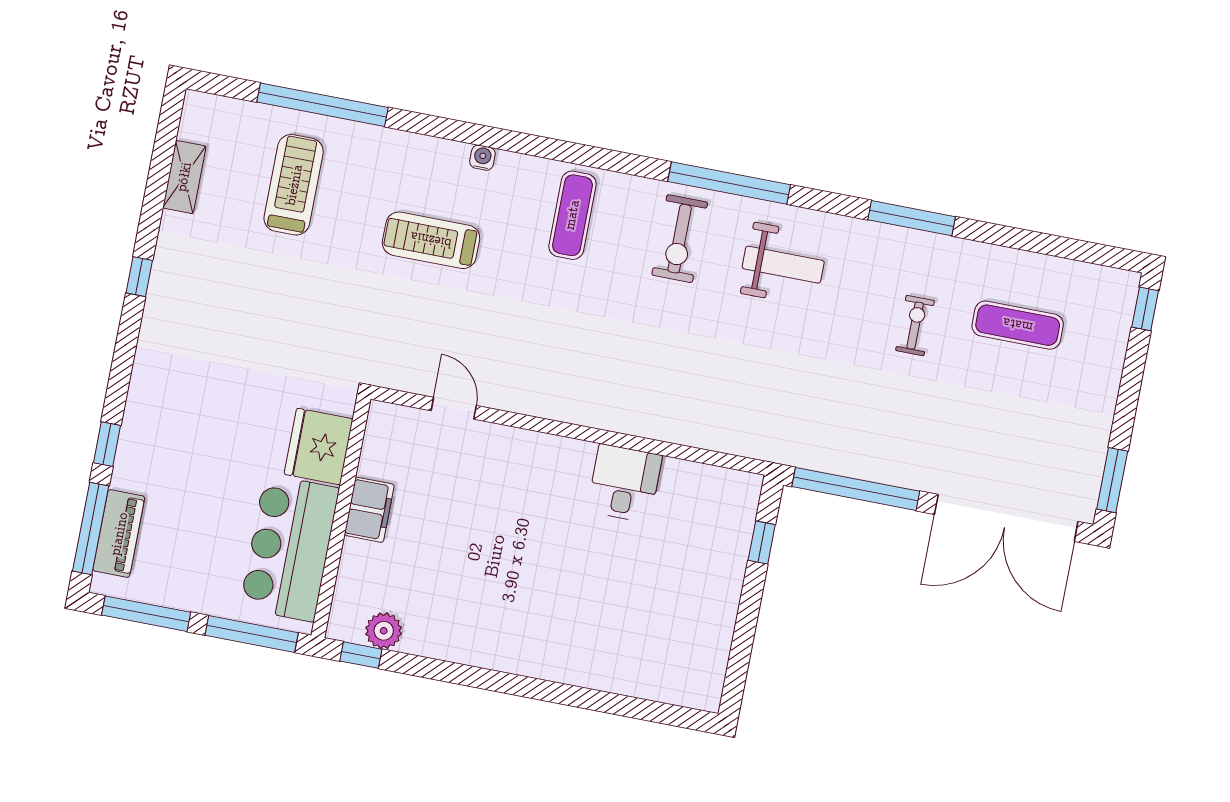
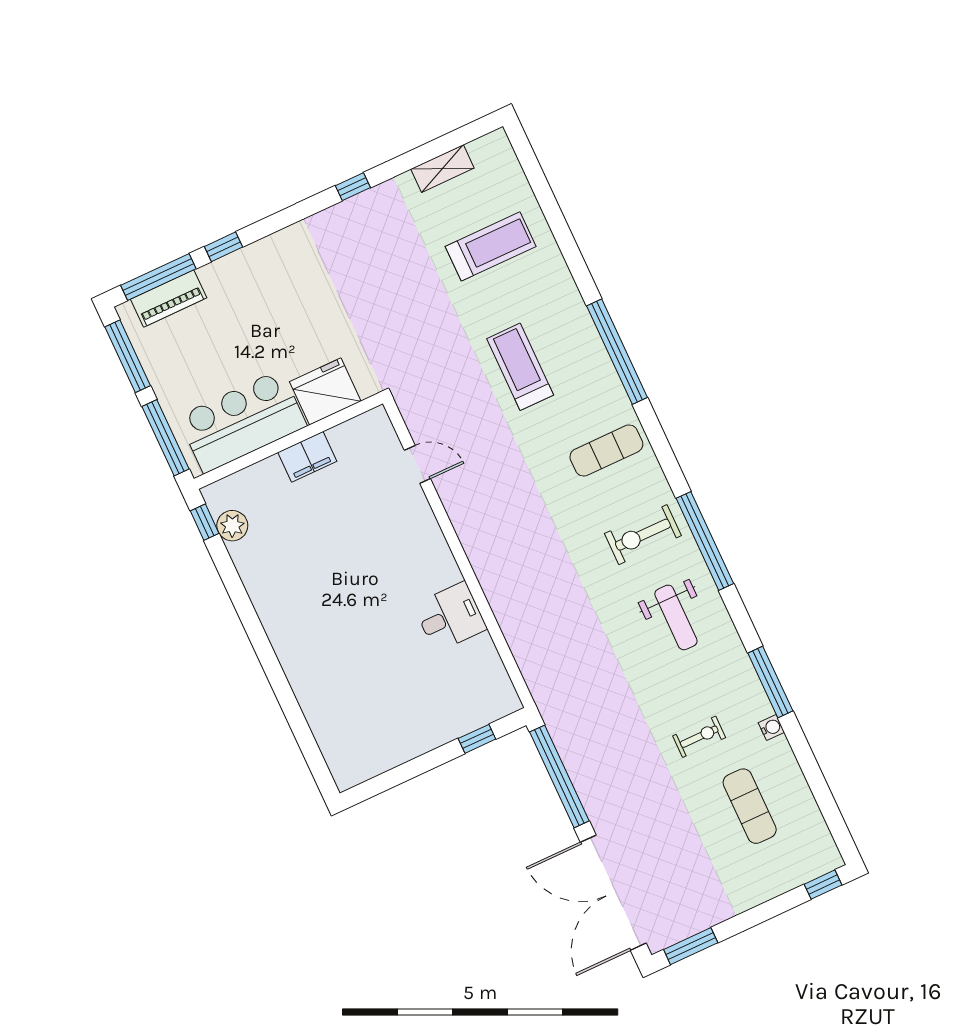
window: (323, 105) -> (617, 352), moved
water cooler: (482, 158) -> (771, 727), moved
door: (454, 408) -> (417, 464), hinge flipped

